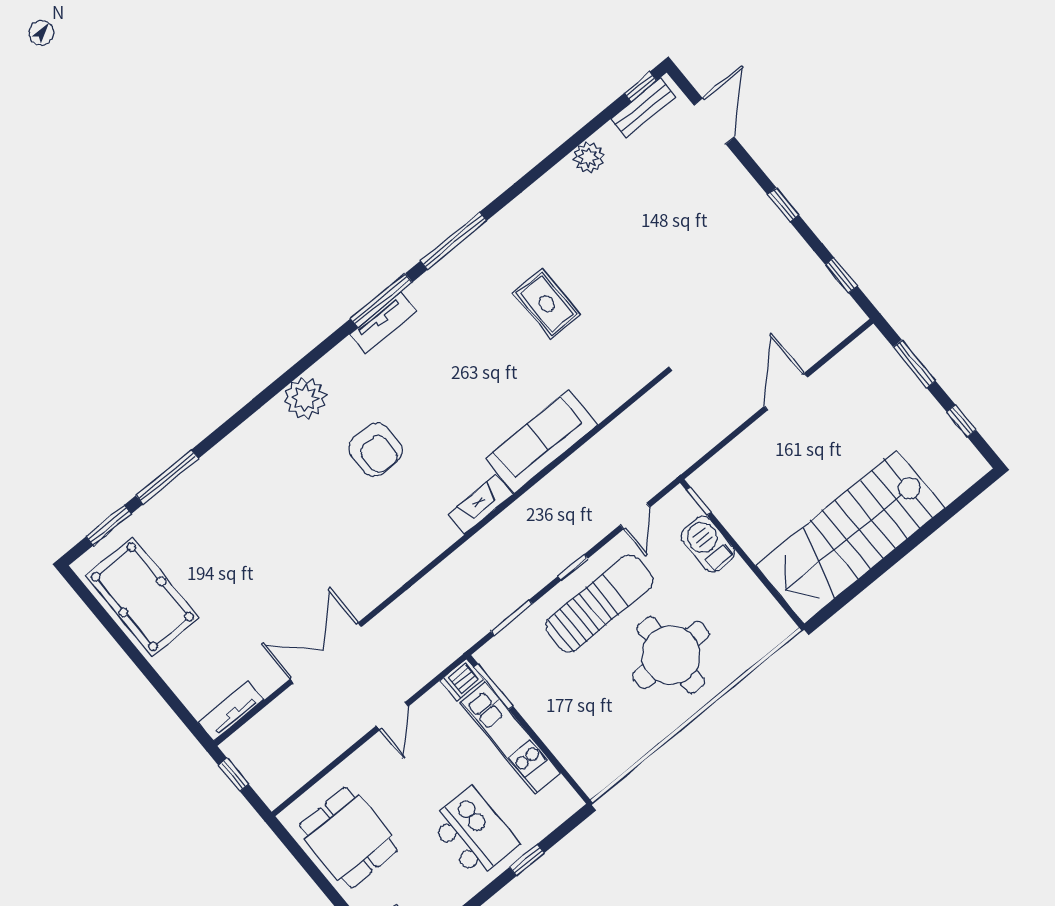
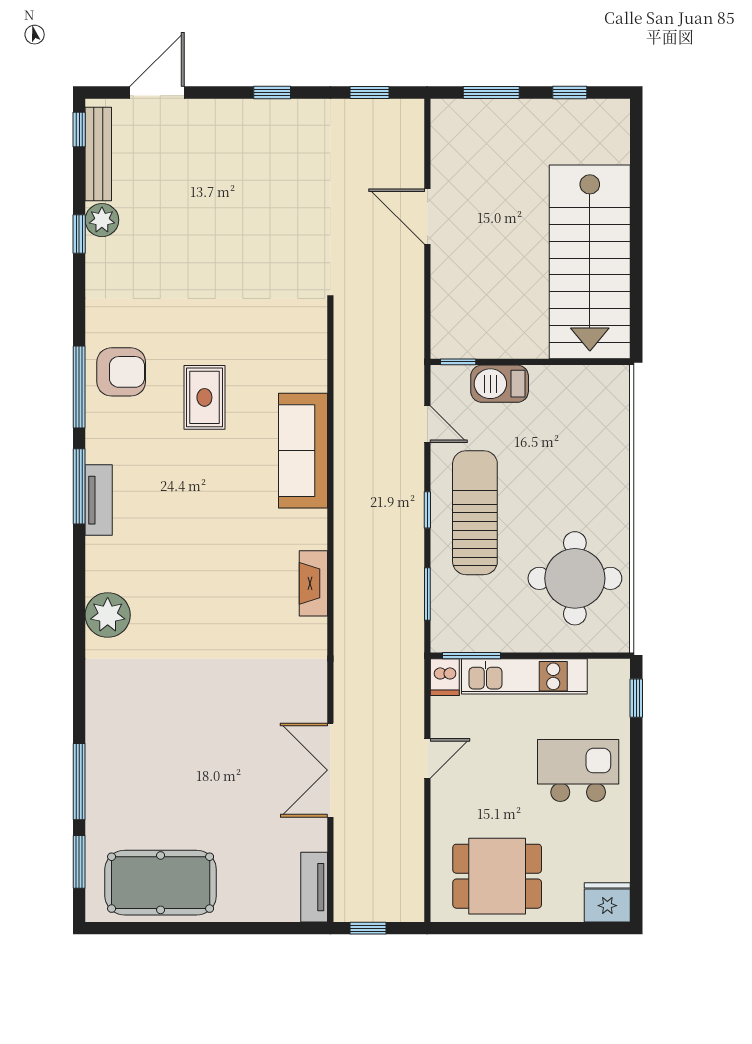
bench: (643, 108) -> (98, 154), width x1.36
door: (714, 121) -> (157, 92), hinge flipped
window: (565, 149) -> (79, 234), added
rug: (547, 304) -> (204, 397), moved, turned 90
armchair: (375, 450) -> (121, 372), moved
fireplace: (480, 505) -> (313, 583), moved
round table: (671, 655) -> (575, 578), moved
door: (392, 716) -> (427, 758), hinge flipped
window: (527, 860) -> (636, 698), moved

